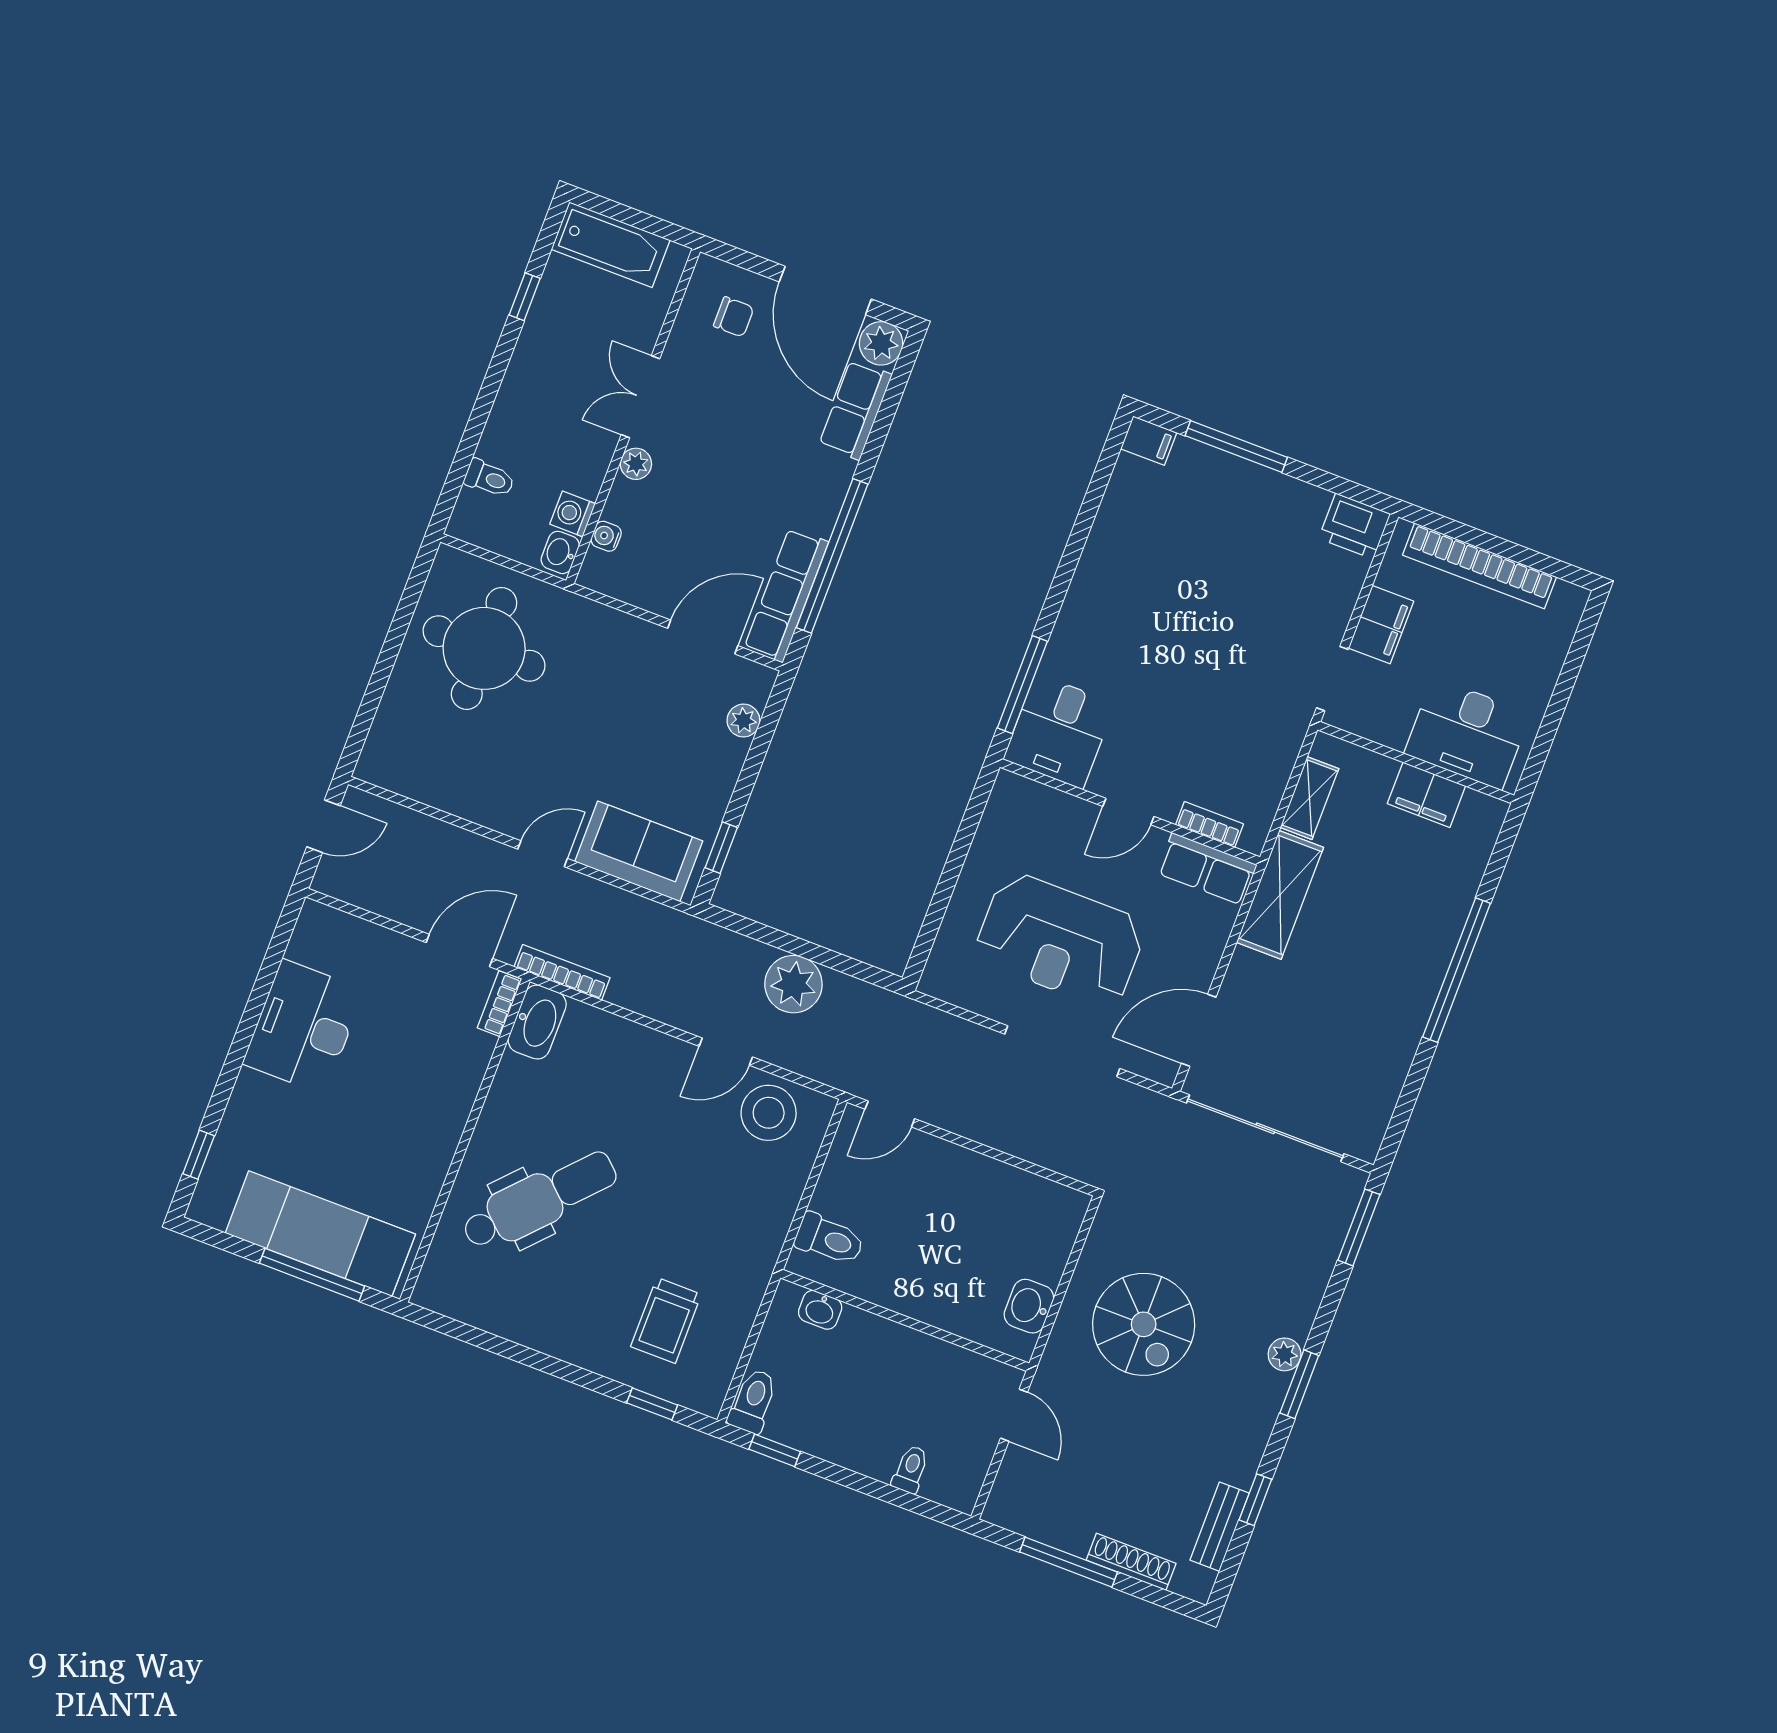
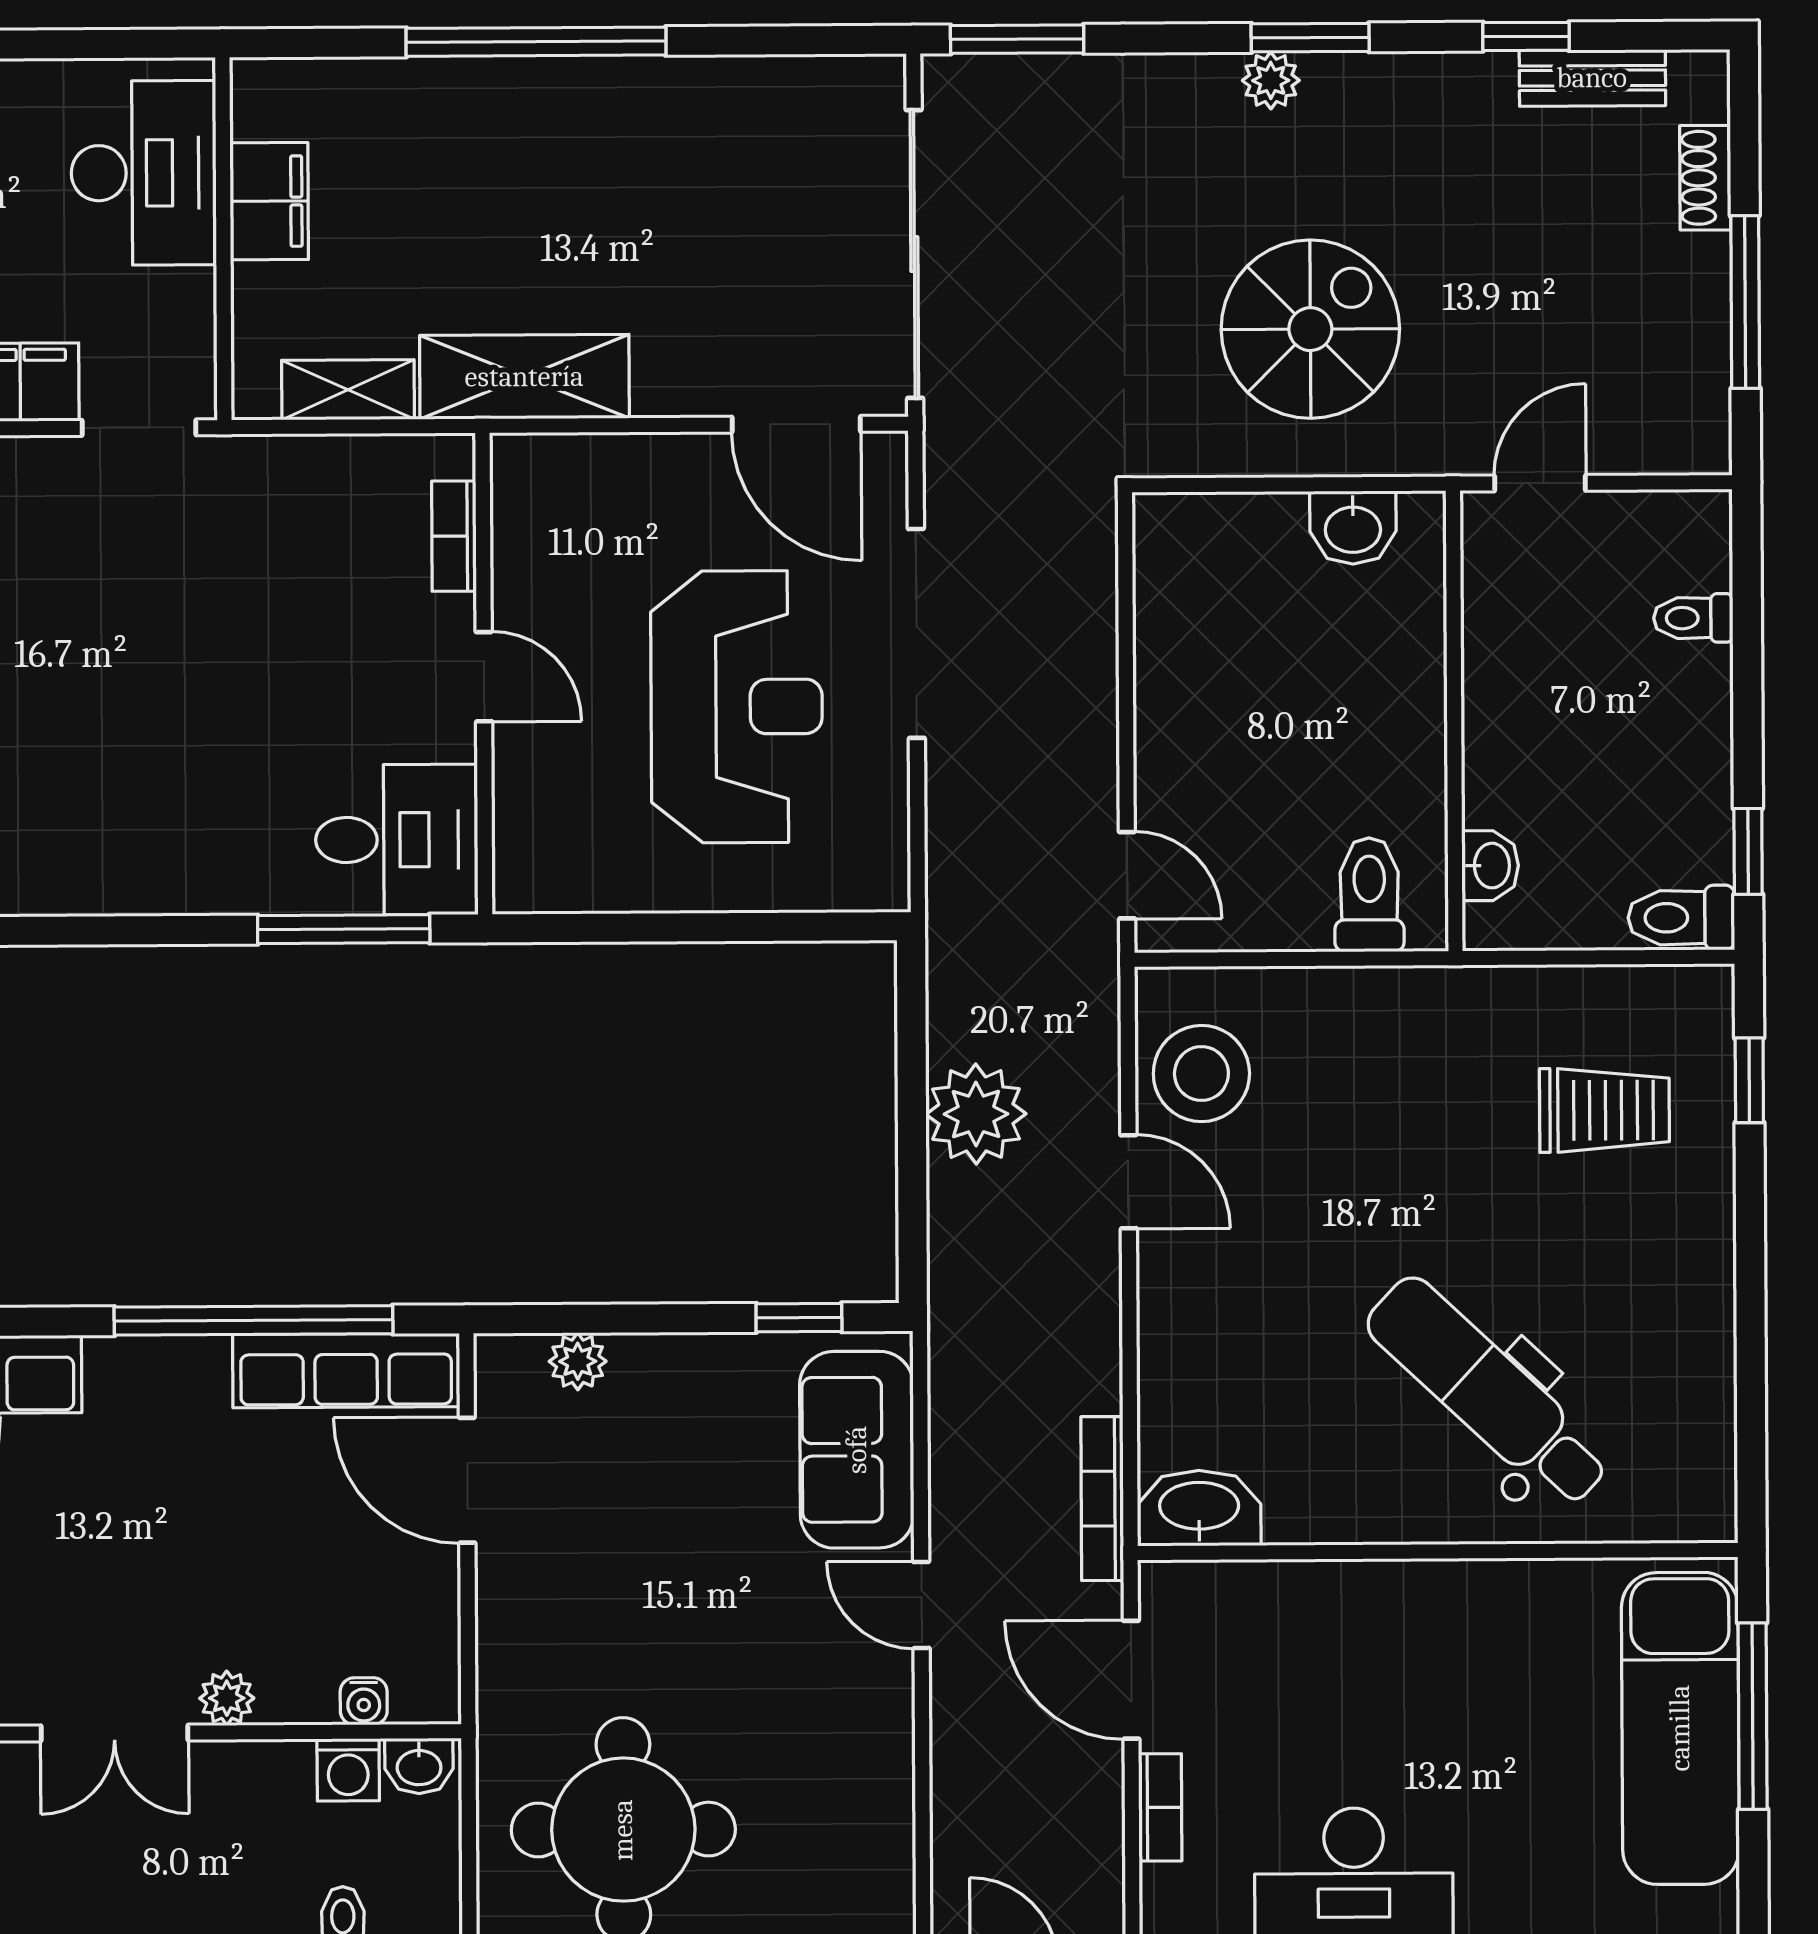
row of seats: (1207, 869) -> (528, 512), removed
bookcase: (499, 1004) -> (1160, 1807), moved, turned -90
shoe rack: (1131, 1562) -> (1705, 178), width x0.70

